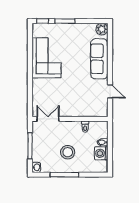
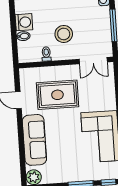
rug: (78, 94) -> (57, 95), added
stool: (68, 152) -> (64, 34), moved

